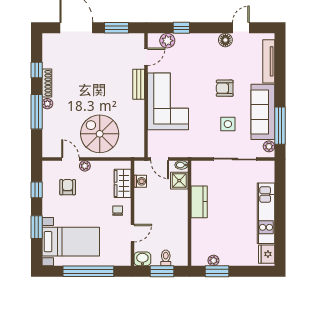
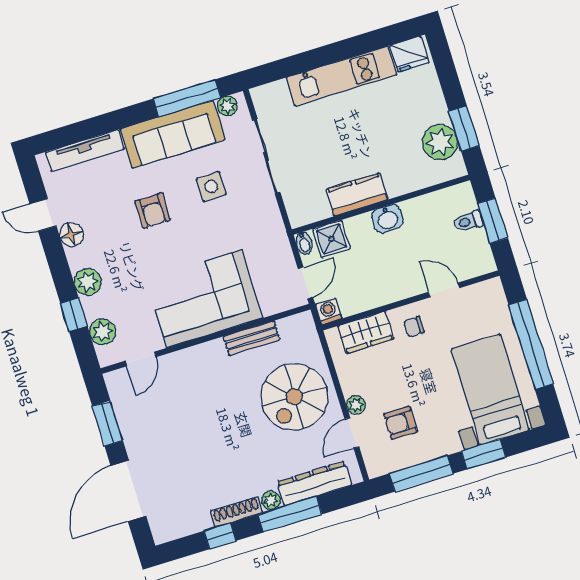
plant: (197, 41) -> (88, 282), added
door: (146, 57) -> (141, 359), swing flipped
bench: (139, 84) -> (252, 338), moved
dresser: (49, 130) -> (314, 483), added
washing machine: (140, 181) -> (329, 311), moved
window: (37, 190) -> (421, 474), width x2.17
washbasin: (142, 259) -> (387, 219), moved, turned -90
plant: (213, 260) -> (440, 142), width x1.88, depth x1.88

